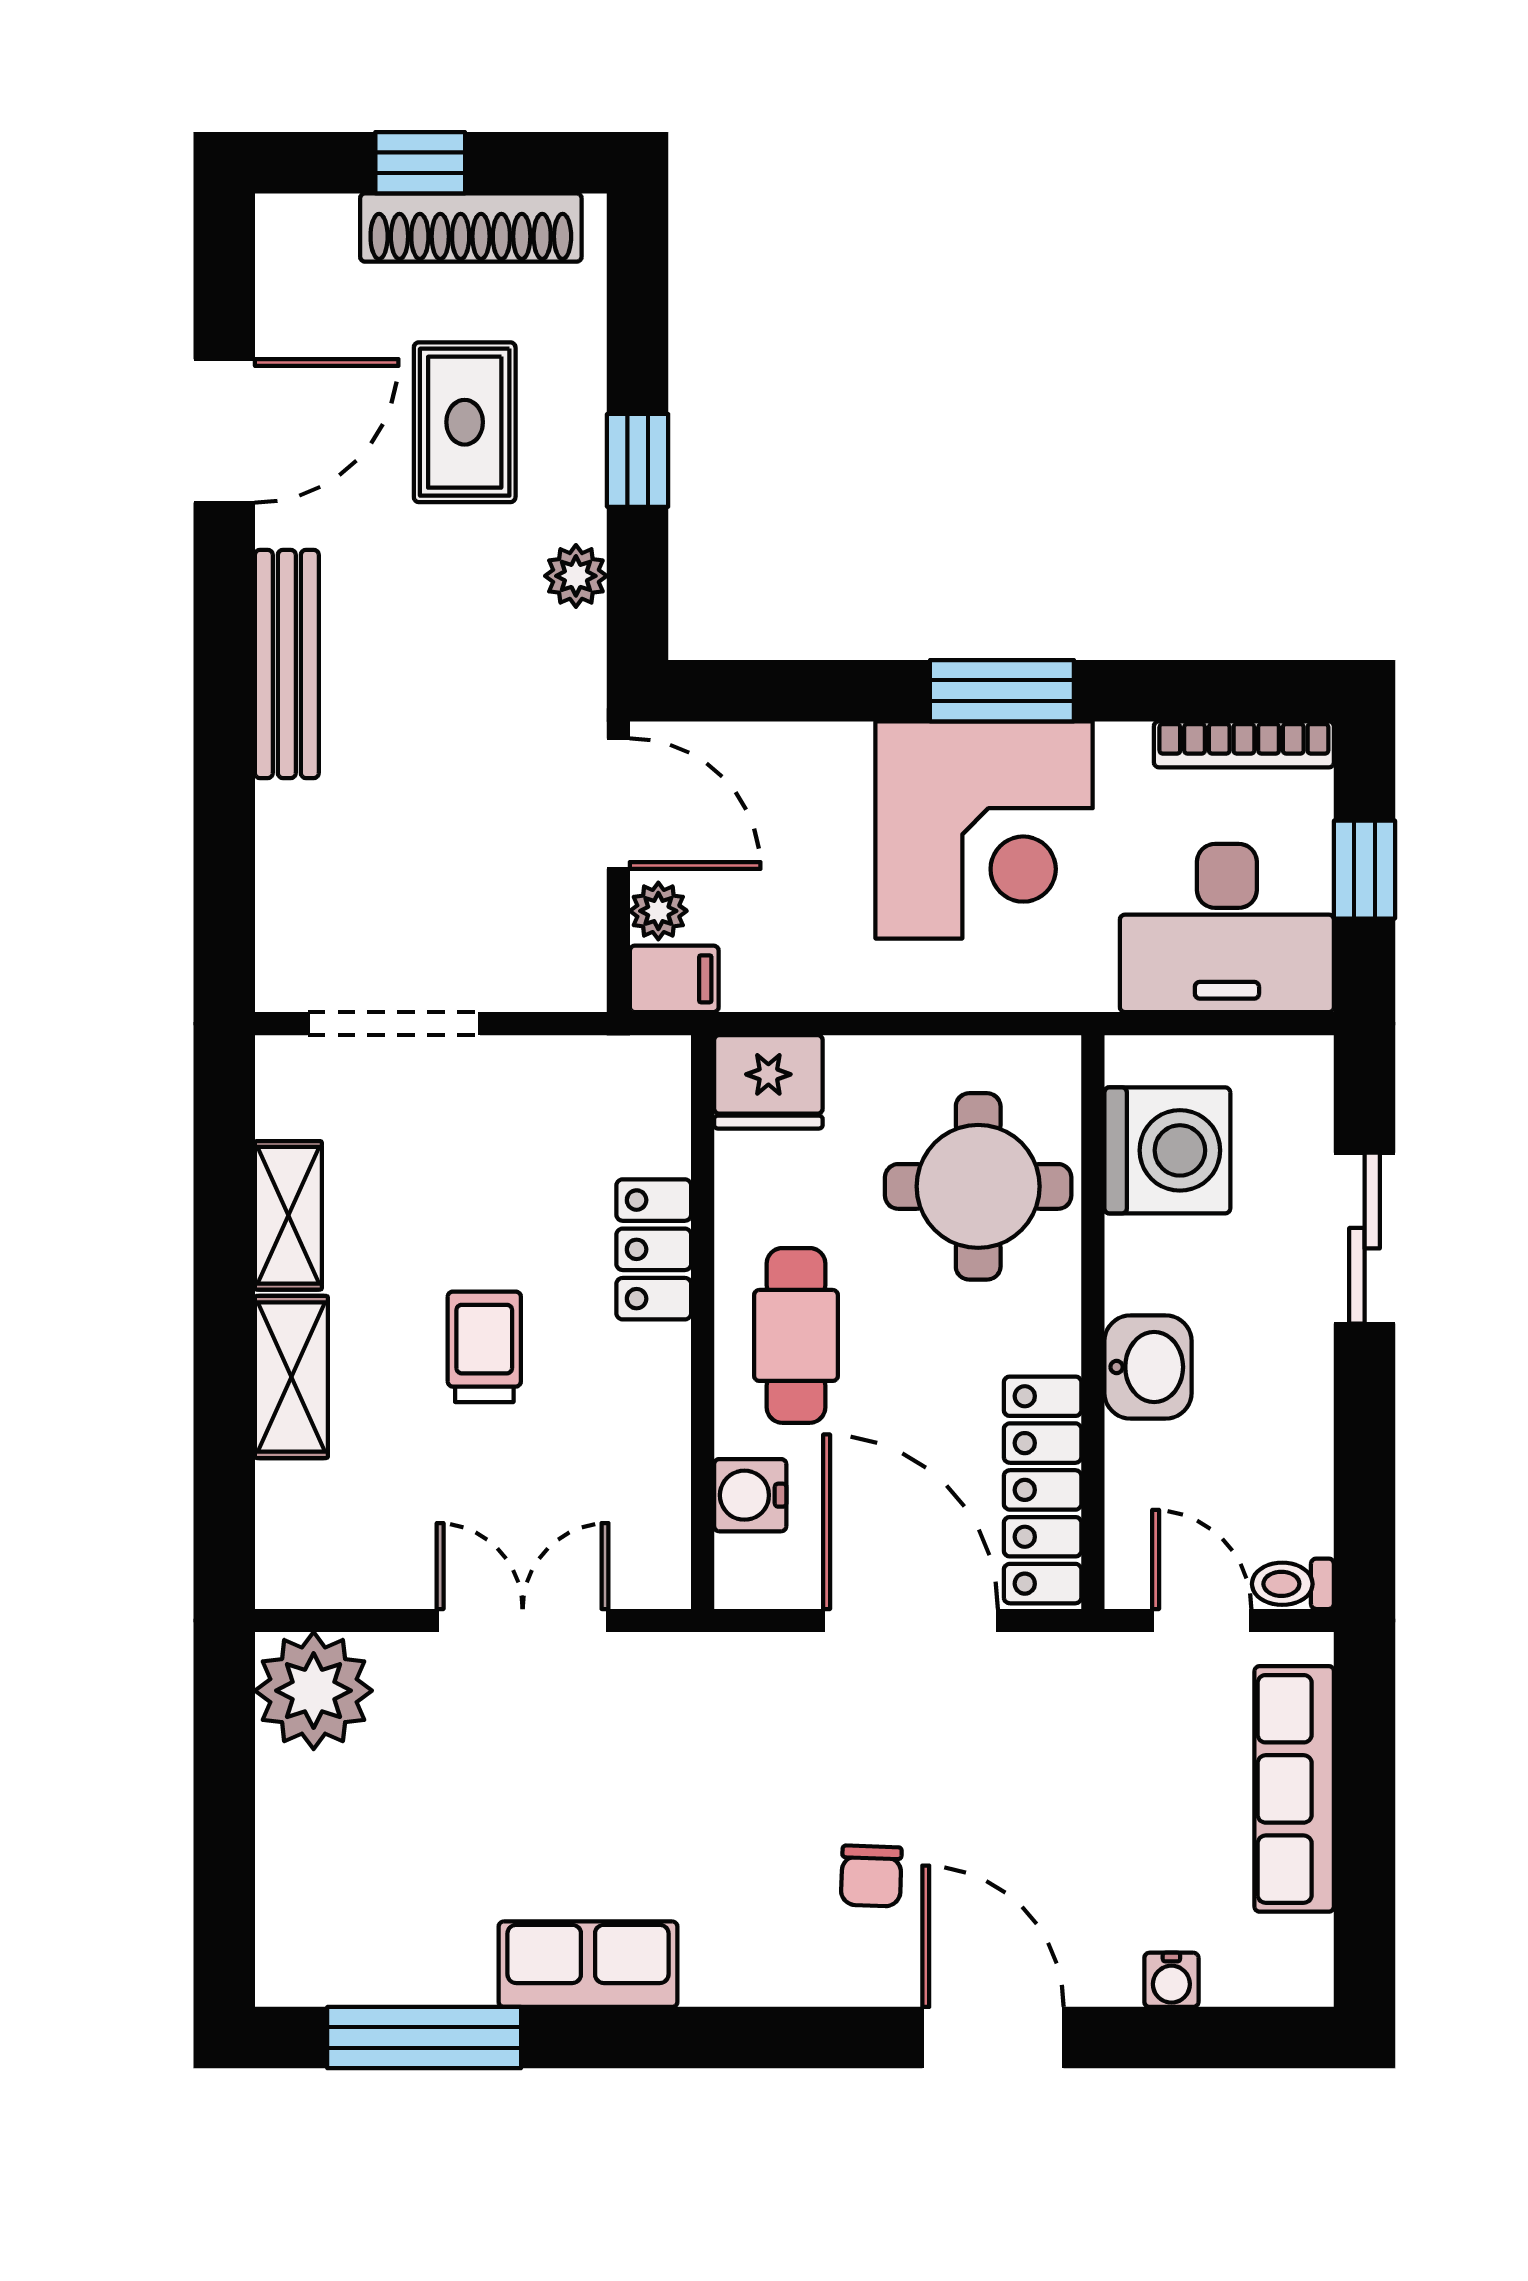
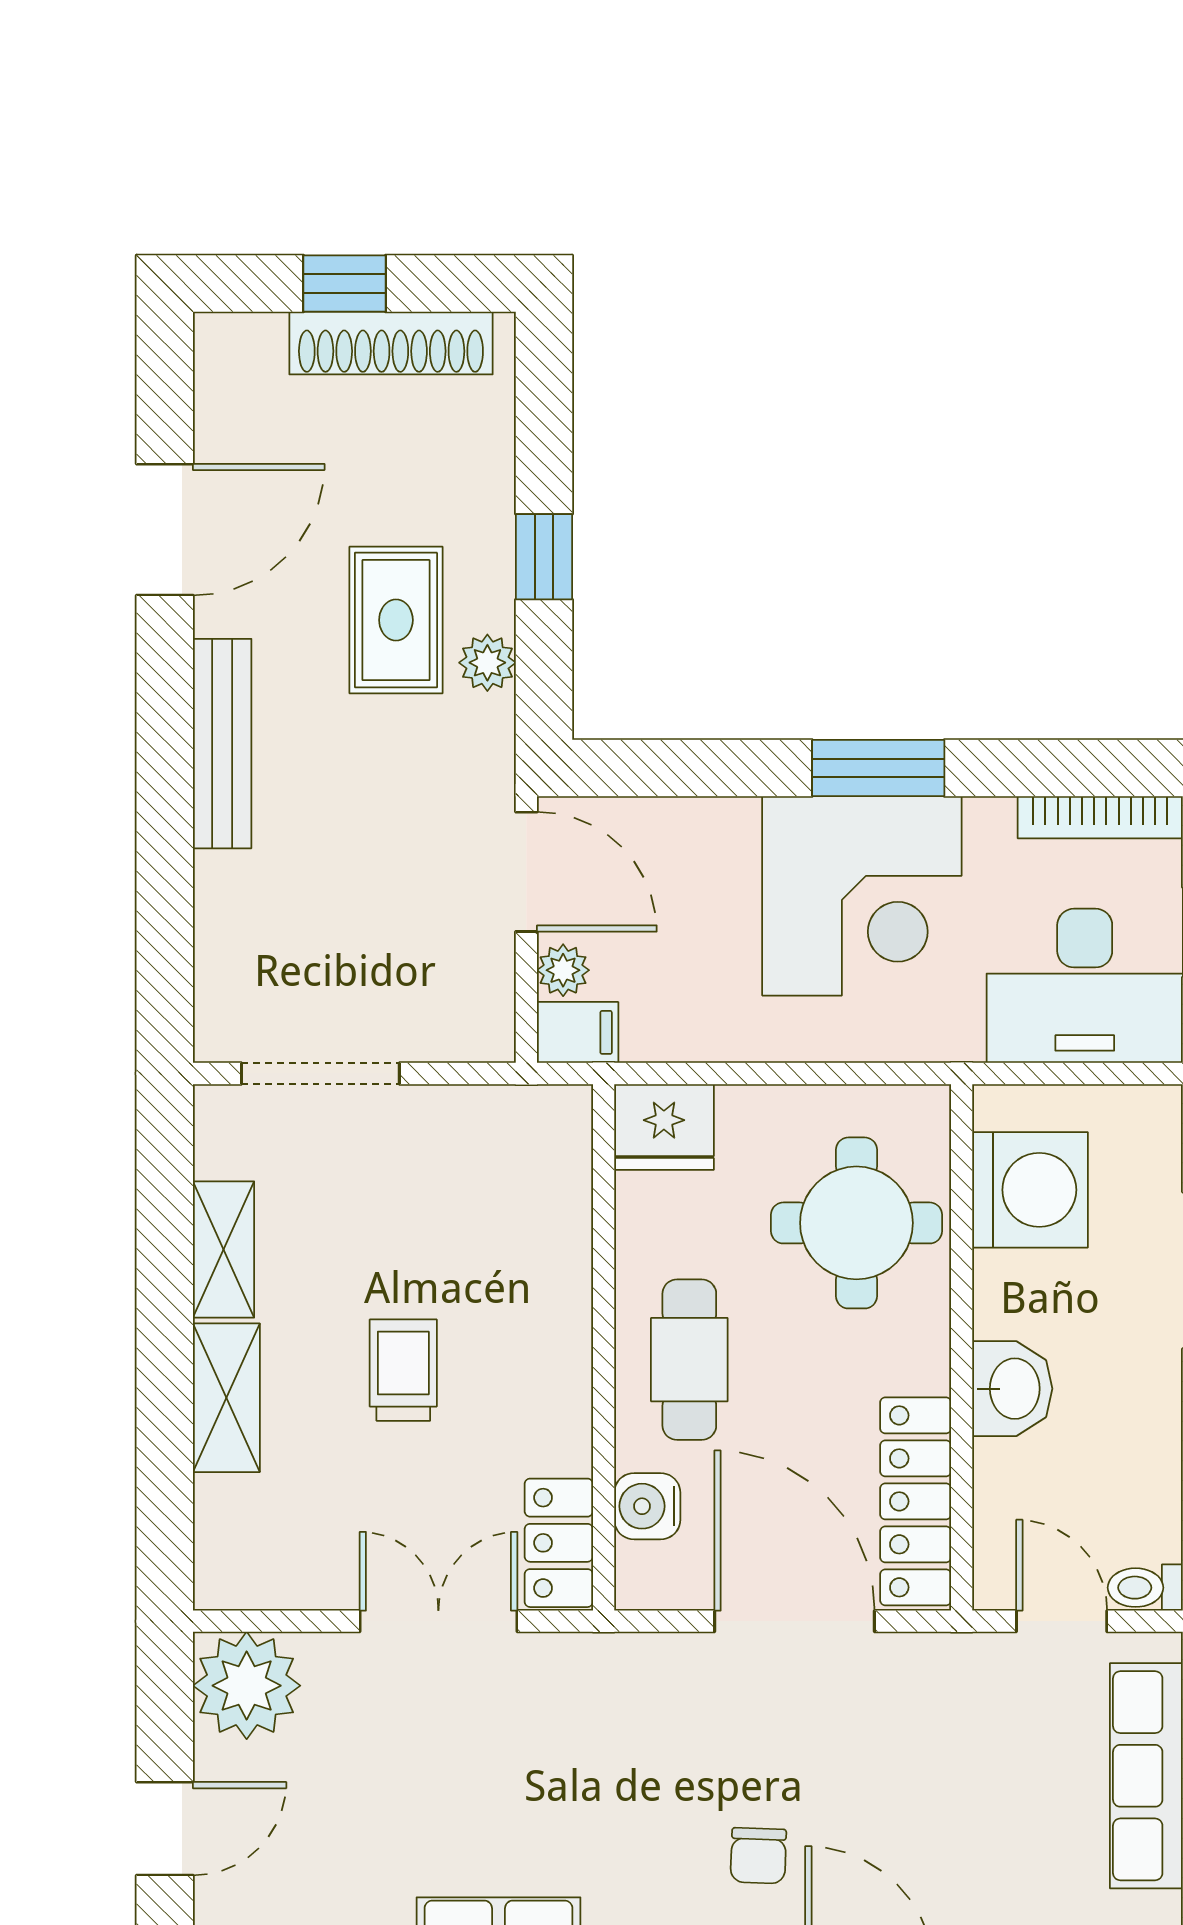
rug: (465, 422) -> (396, 620), moved
locker: (654, 1249) -> (559, 1543), moved
door: (224, 1847) -> (165, 1829), added

